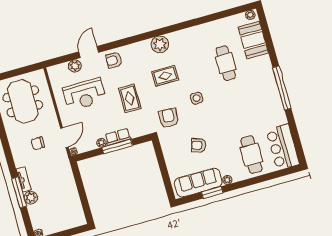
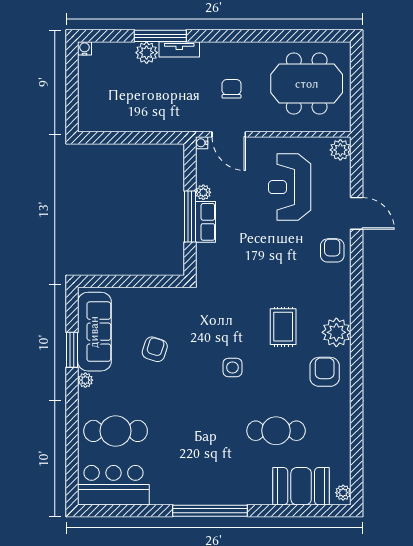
plant: (75, 66) -> (340, 150), moved
rug: (130, 98) -> (262, 259), removed
armchair: (169, 118) -> (325, 372), moved, turned -94

